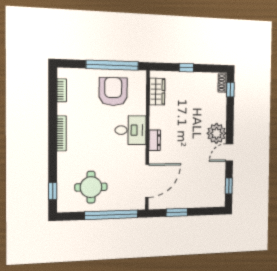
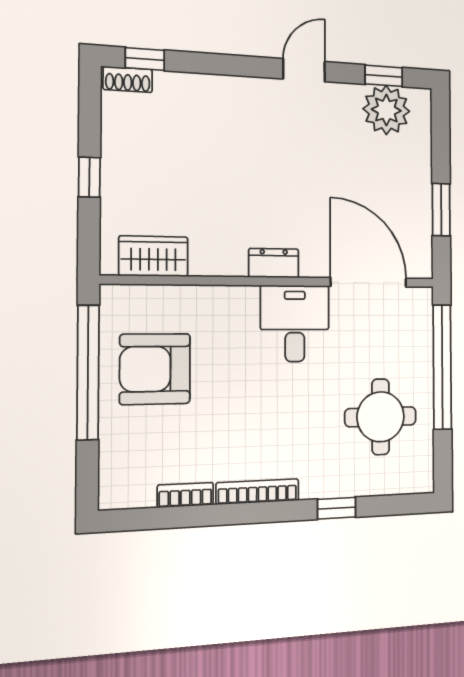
bookcase: (62, 90) -> (185, 495), moved
desk: (131, 130) -> (295, 323), moved
plant: (216, 133) -> (386, 110), moved
door: (229, 152) -> (304, 70), swing flipped
window: (53, 191) -> (337, 508), moved

